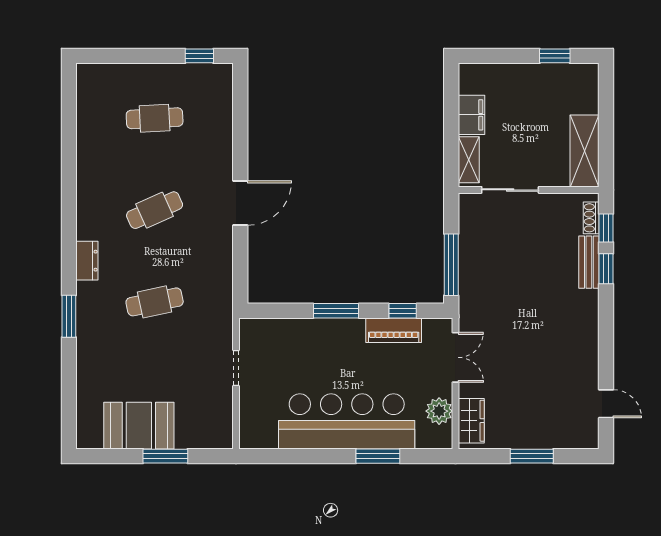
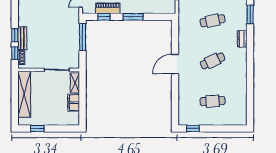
shelving: (584, 151) -> (24, 94), width x1.47

